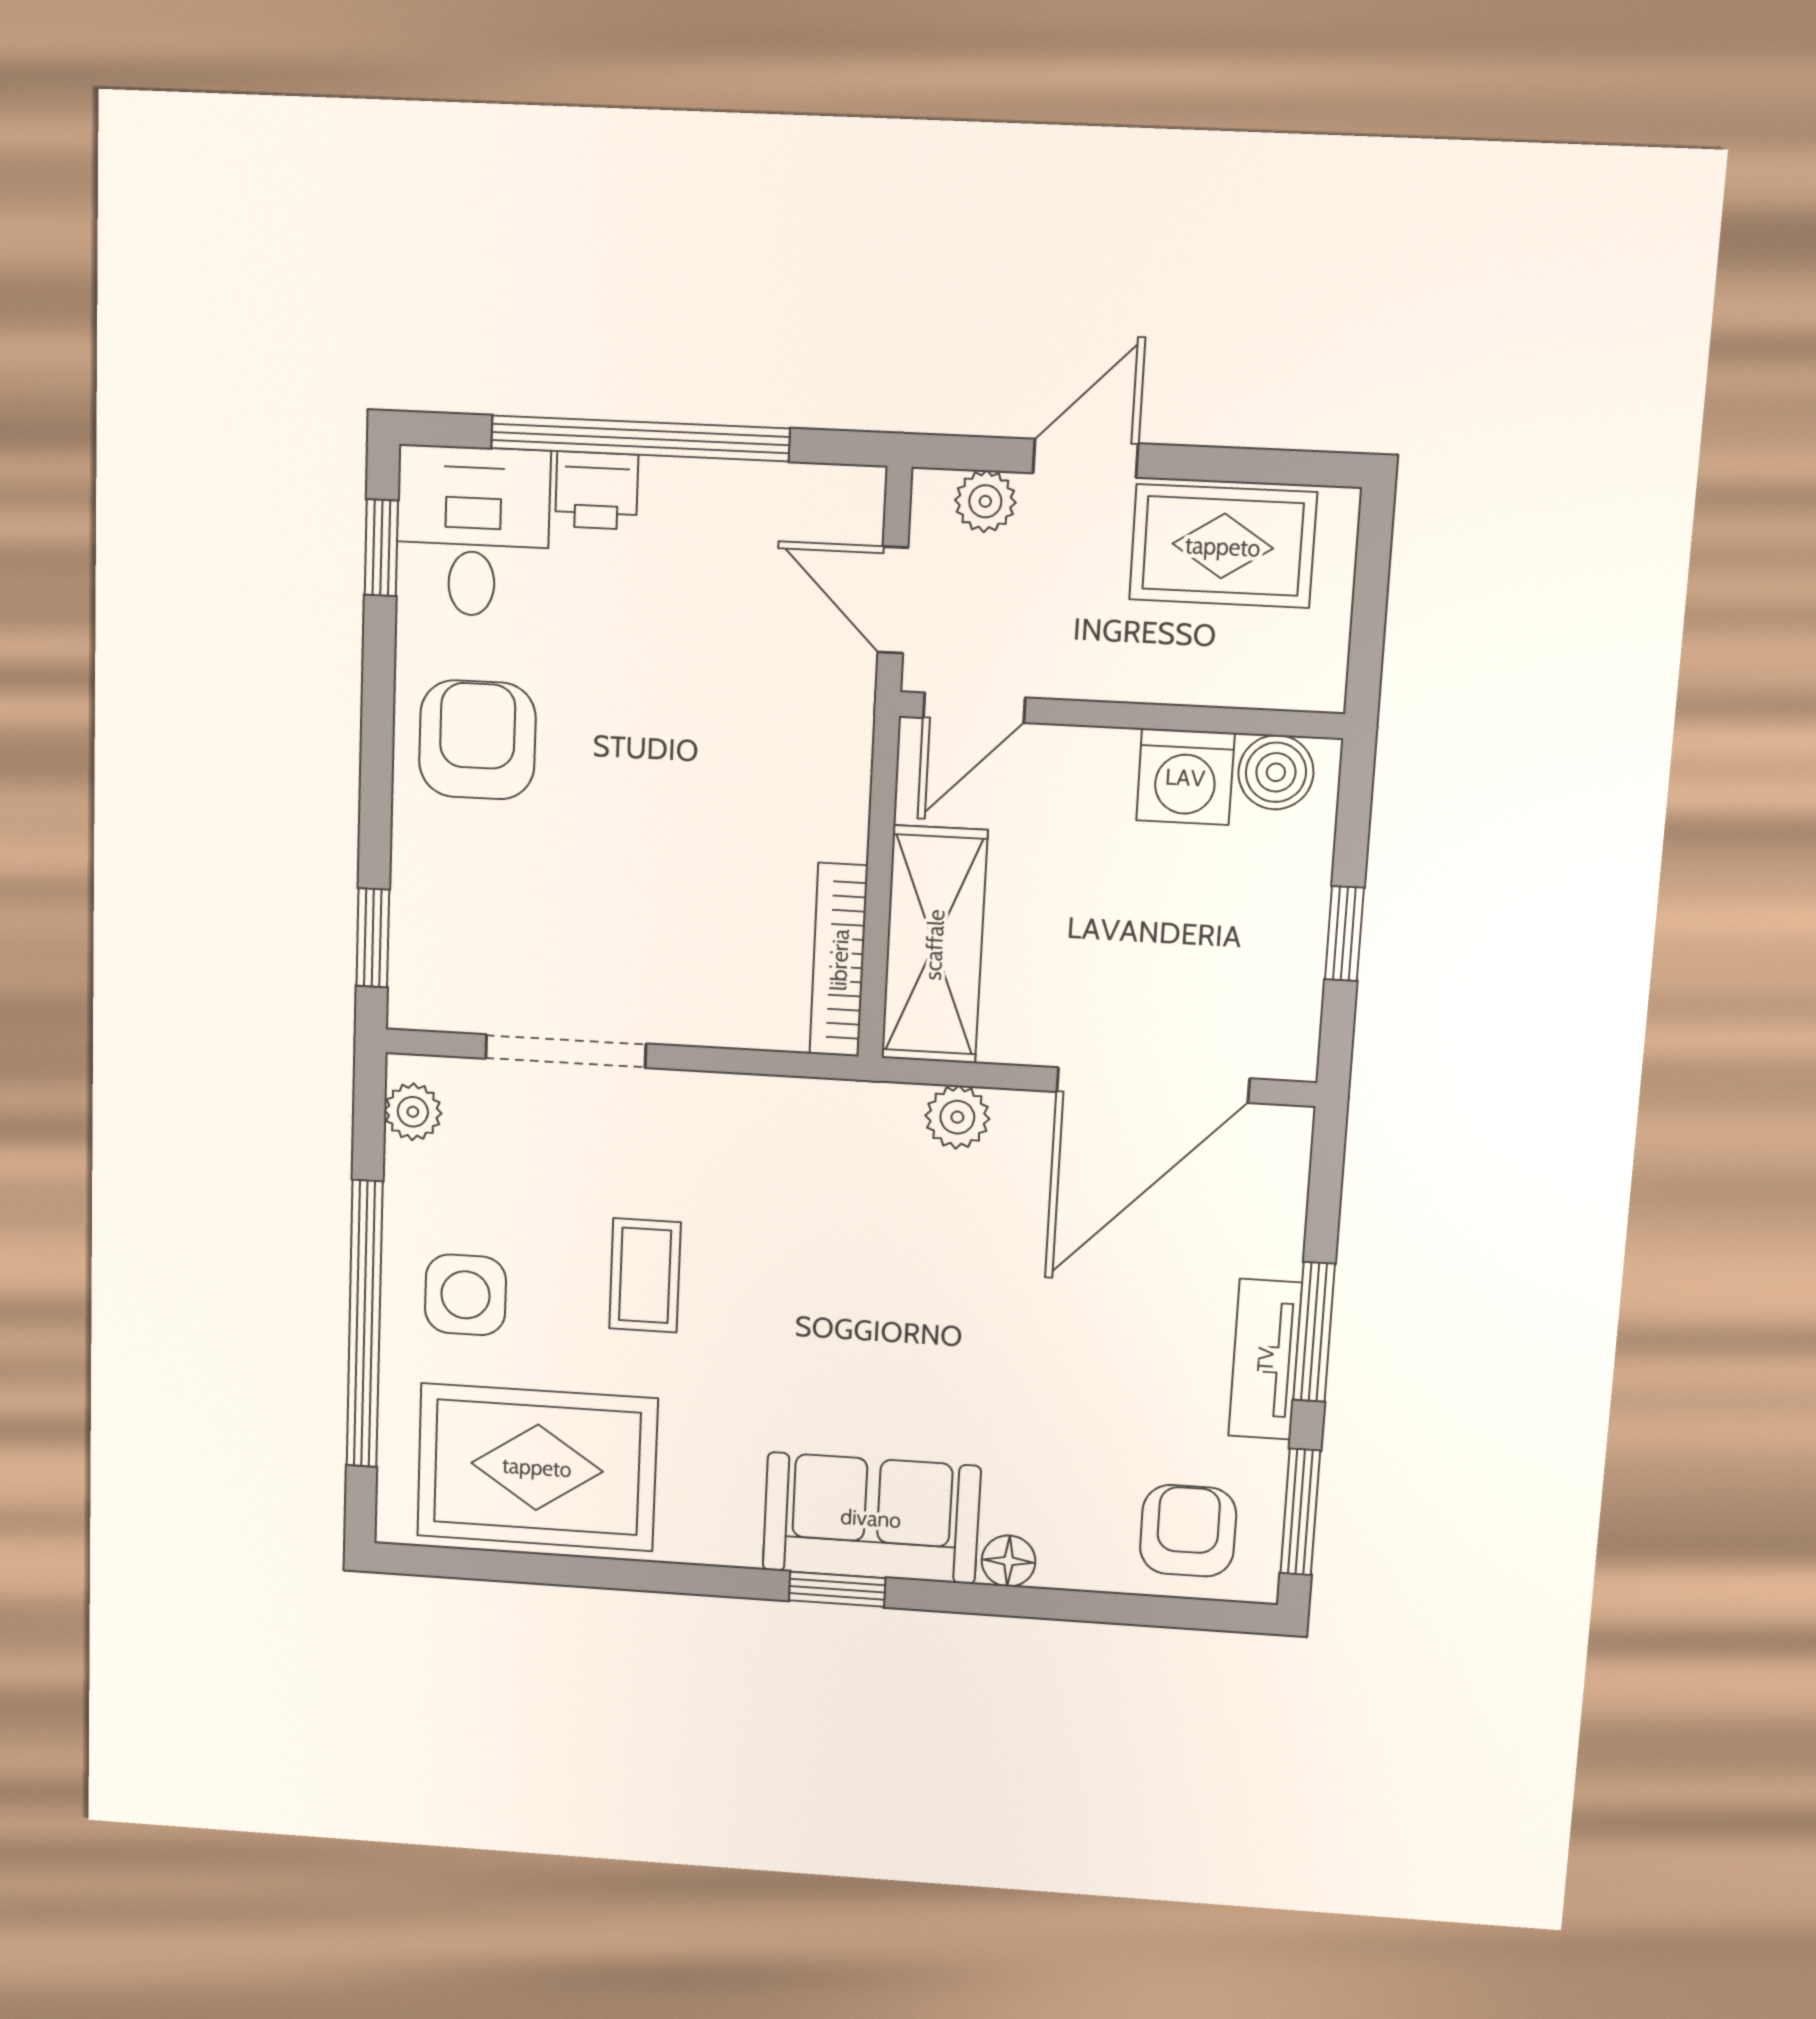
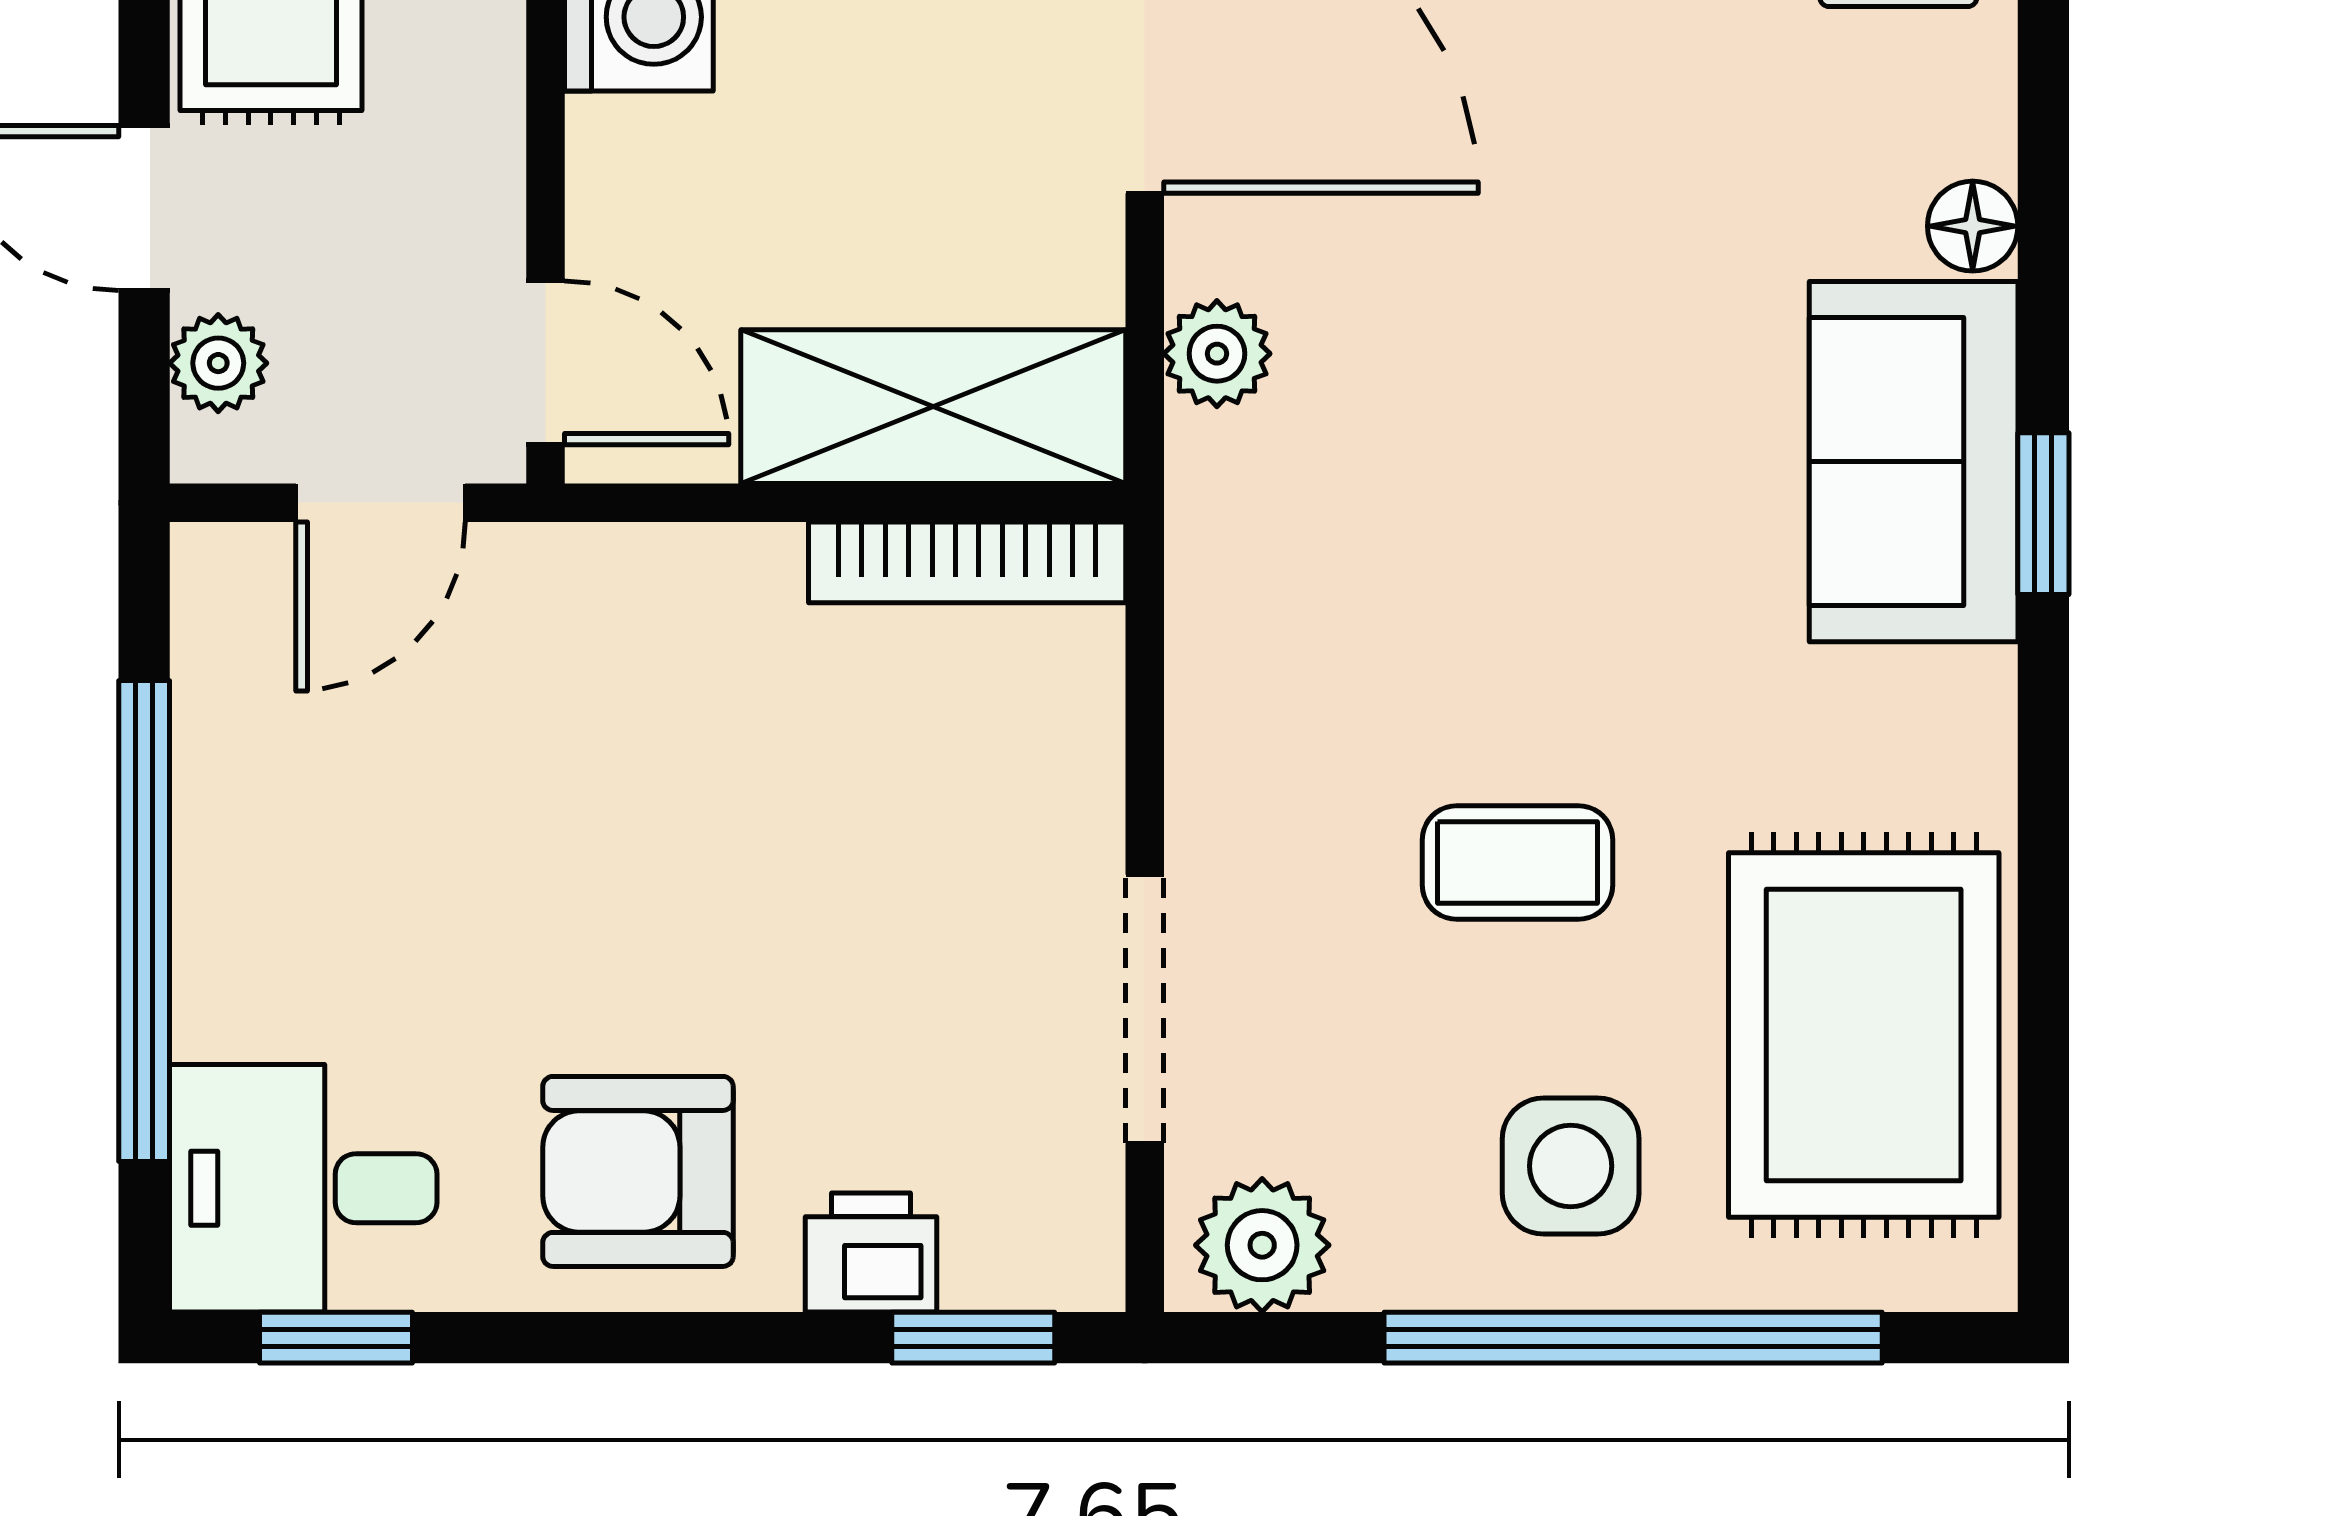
printer: (597, 491) -> (871, 1252), moved, turned -90
plant: (413, 1112) -> (1262, 1245), width x1.38, depth x1.38

